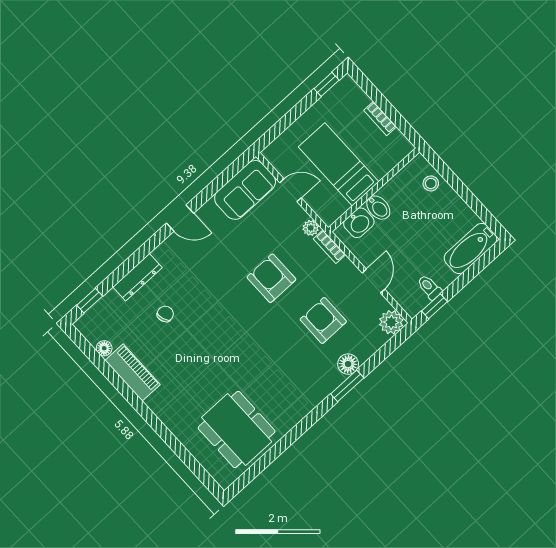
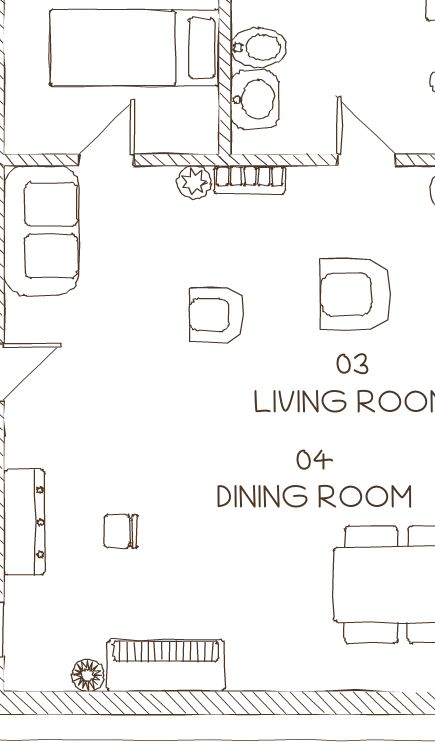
armchair: (271, 278) -> (217, 315), width x0.72, depth x0.72
chair: (165, 314) -> (121, 531), turned -72

